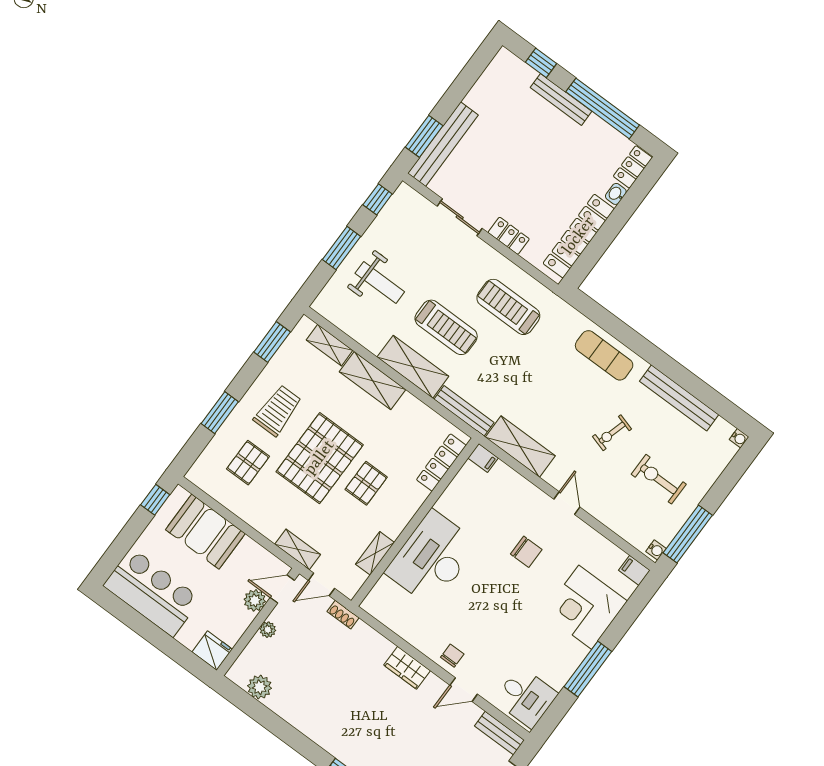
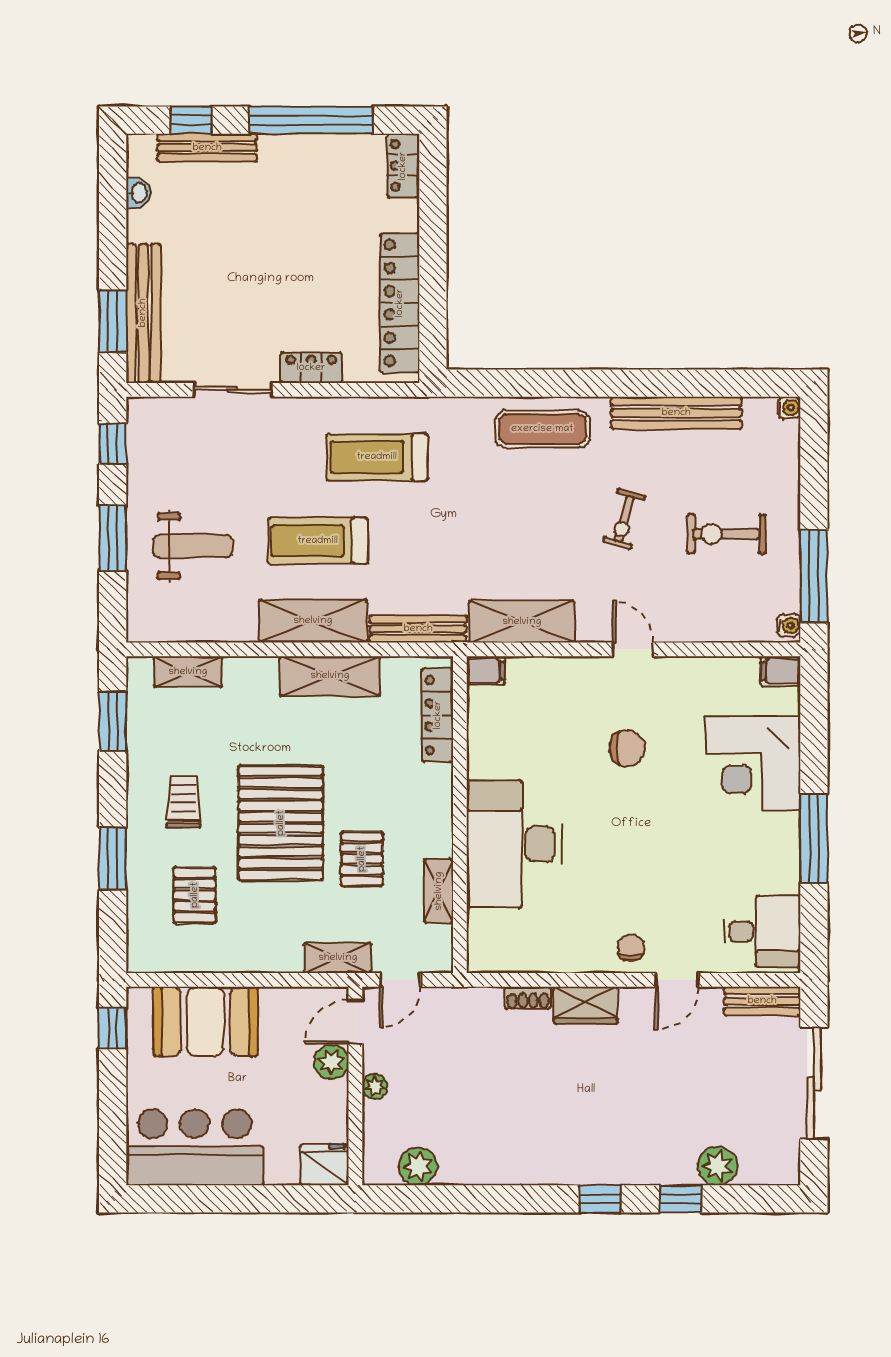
bench: (561, 99) -> (207, 148), moved
washbasin: (616, 194) -> (138, 193), moved, turned 180
treadmill: (446, 327) -> (318, 541), turned 180
shelving: (373, 381) -> (330, 676), moved
trolley: (278, 410) -> (183, 802), width x0.73, depth x0.72
pallet: (366, 483) -> (362, 859), moved
shoe rack: (343, 615) -> (528, 998), moved

